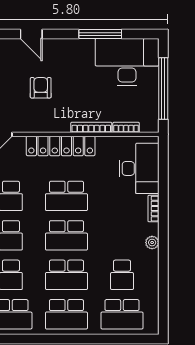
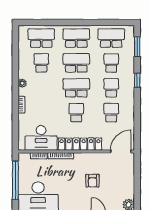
desk: (139, 168) -> (41, 138), moved, turned -90
school desk: (66, 196) -> (76, 113), width x0.54

